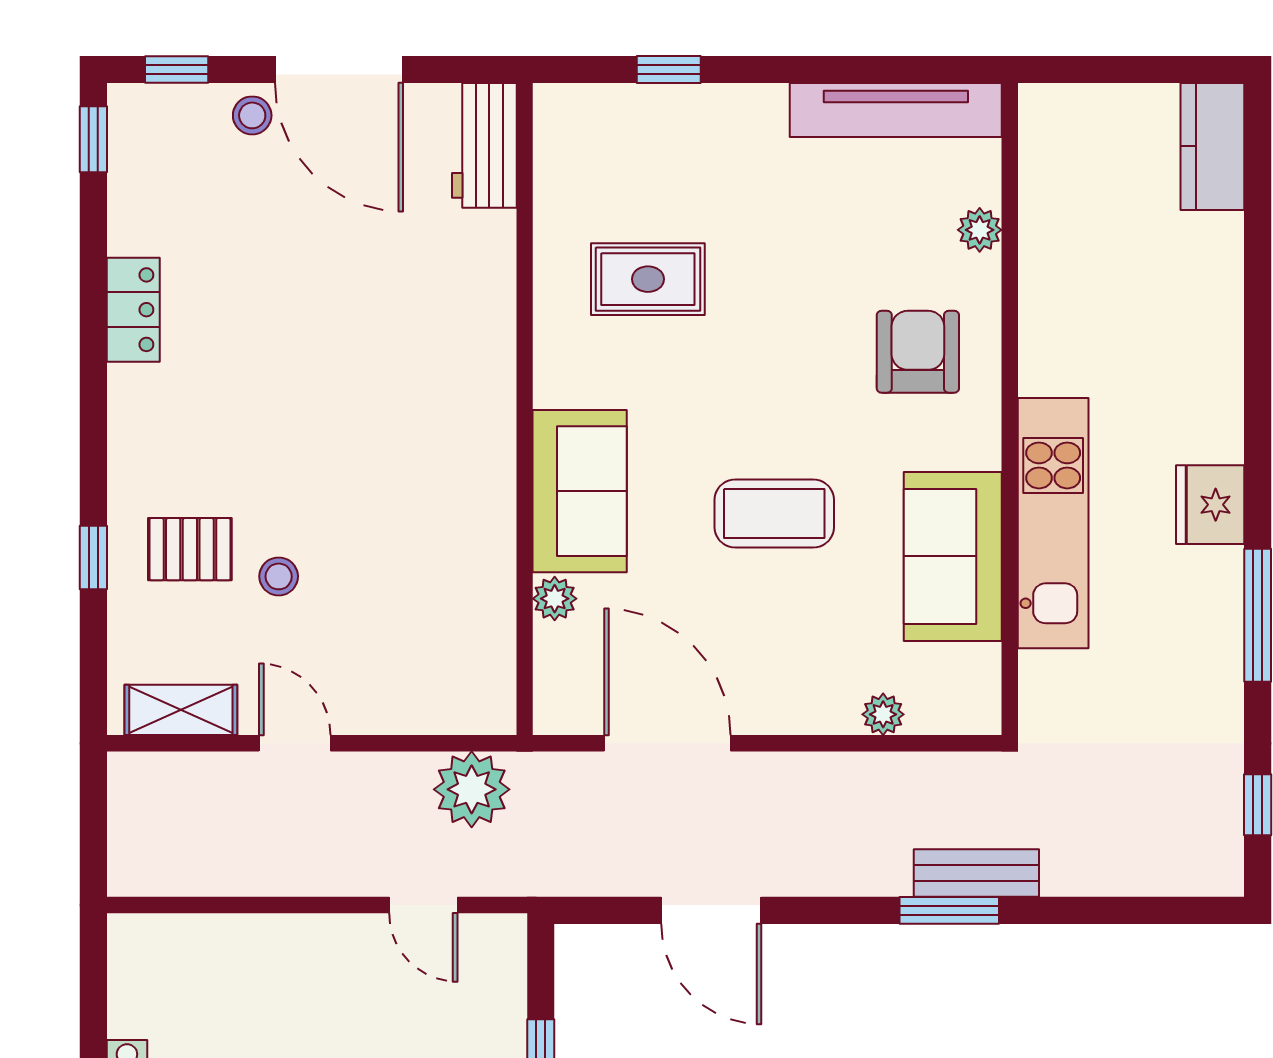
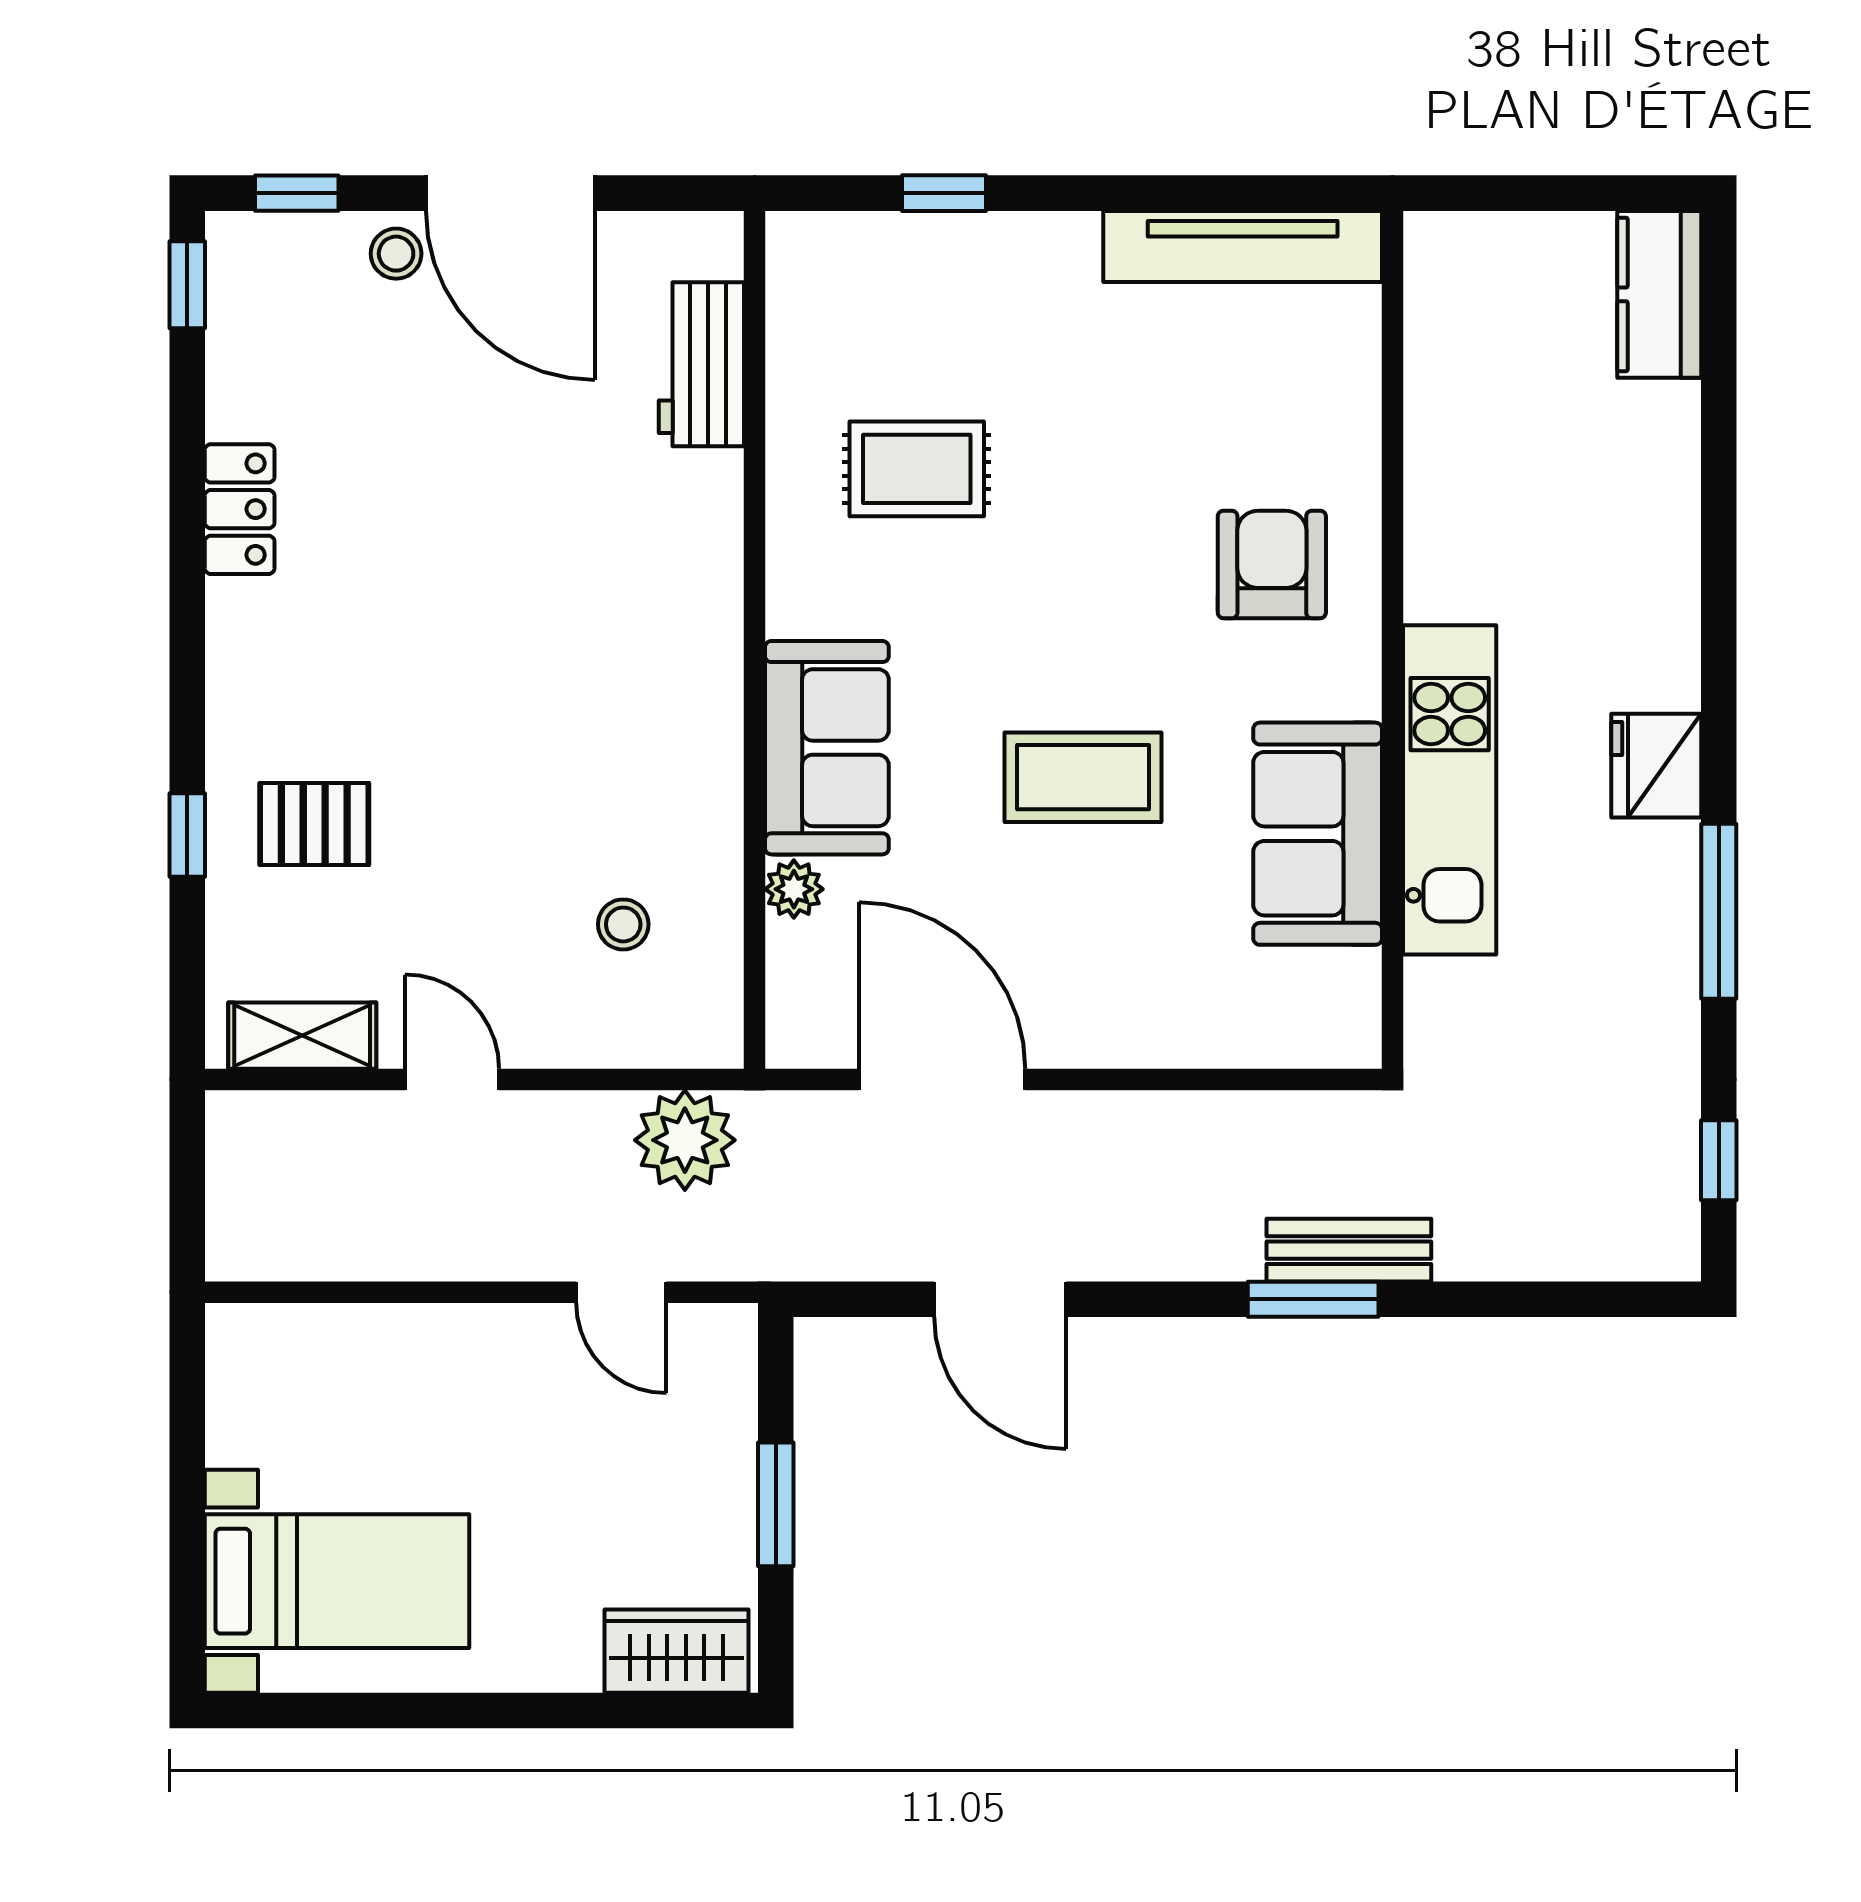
workbench: (484, 145) -> (701, 364), moved
plant: (980, 230) -> (1353, 404), removed
stool: (279, 576) -> (623, 924), moved
plant: (883, 714) -> (1226, 1041), removed

